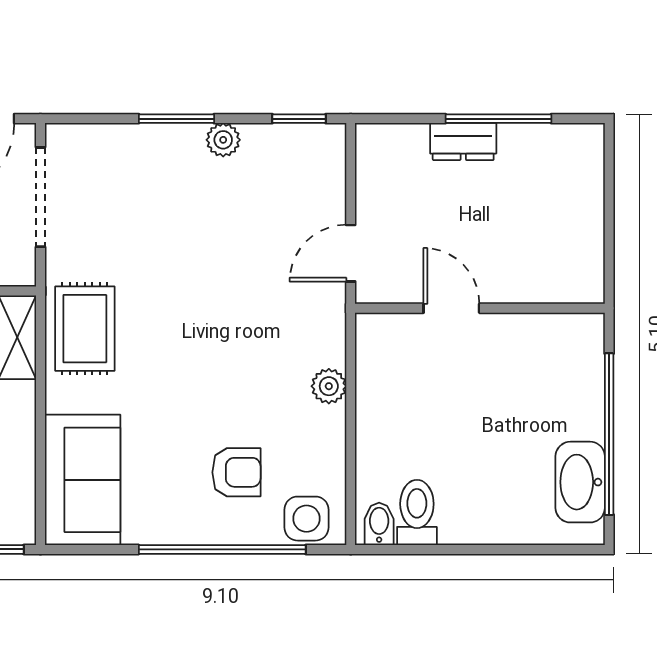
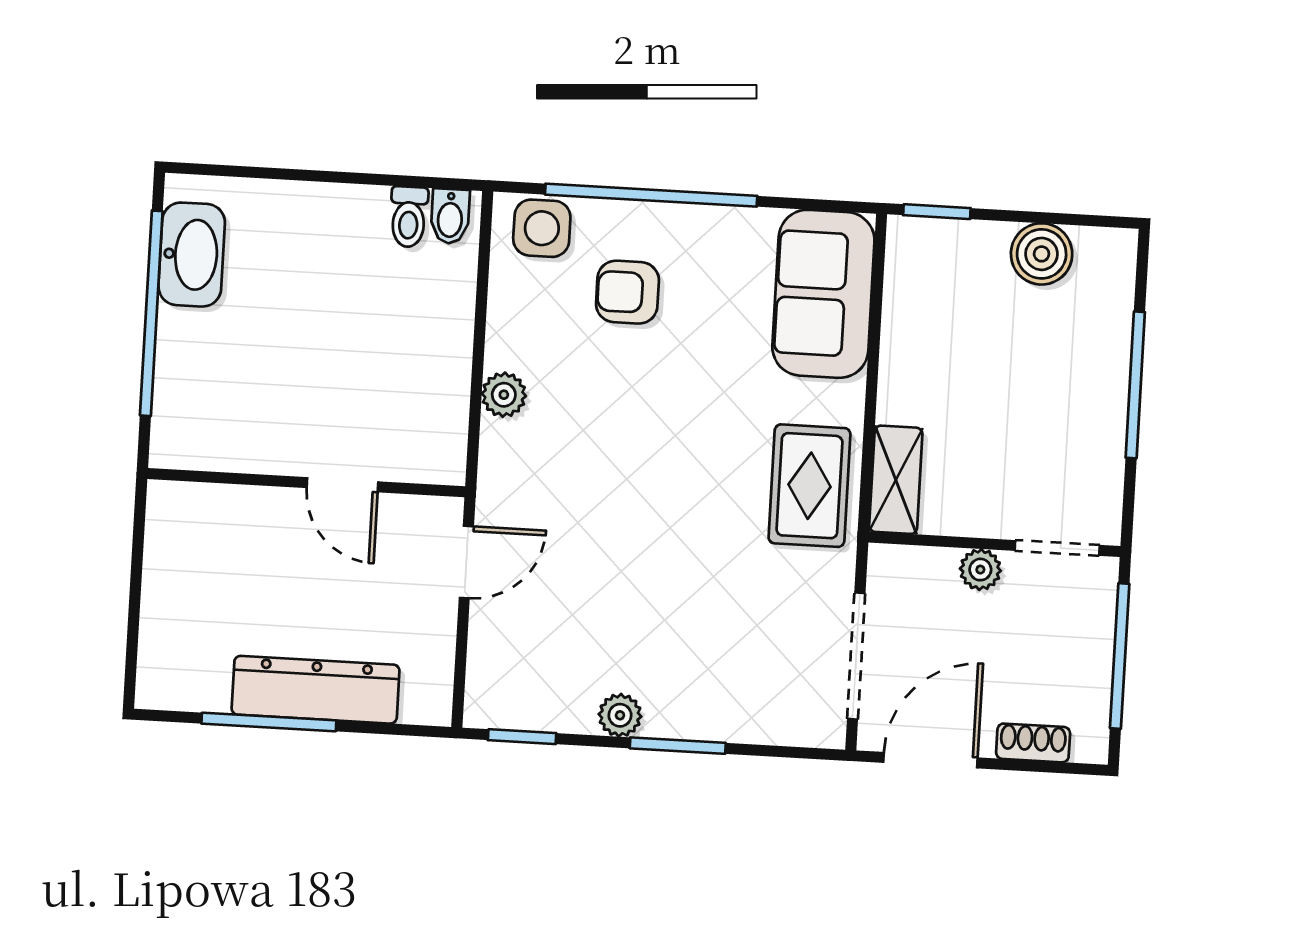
dresser: (463, 142) -> (316, 690), width x1.96, depth x1.24
toilet: (417, 512) -> (409, 217), width x0.73, depth x0.72

